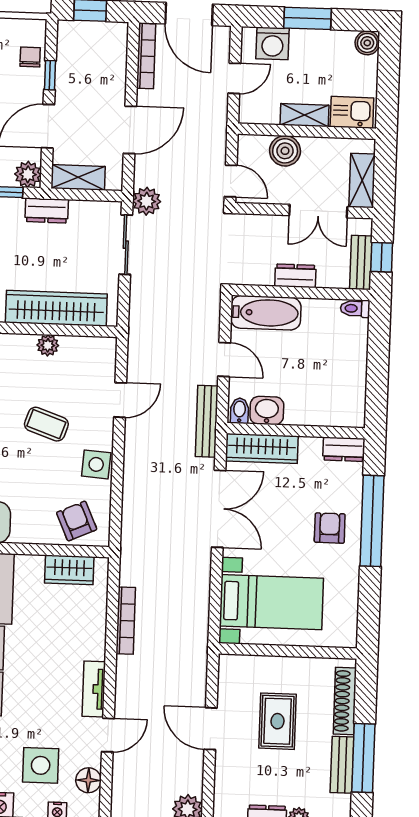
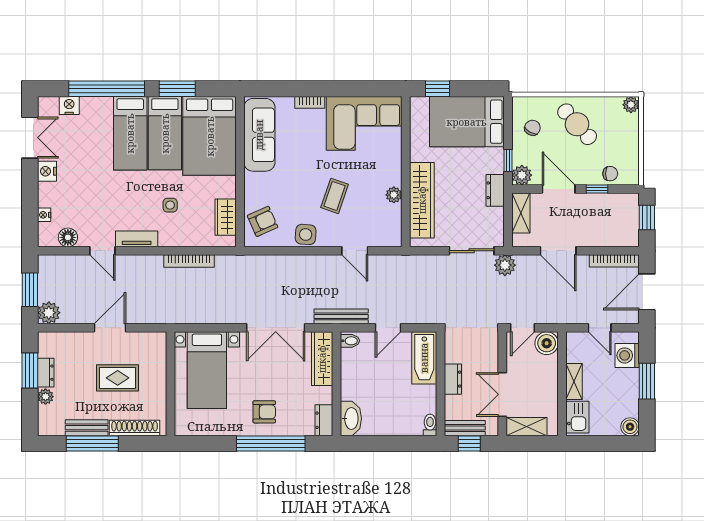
boiler: (285, 151) -> (547, 343), moved
washbasin: (267, 411) -> (351, 419), moved, width x1.38
side table: (41, 765) -> (170, 205), moved, width x0.54, depth x0.54

